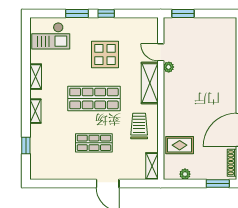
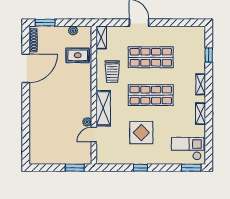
window: (77, 13) -> (191, 168), moved
door: (161, 52) -> (94, 135), swing flipped
shop shelf: (94, 143) -> (151, 57), width x1.43, depth x1.36

